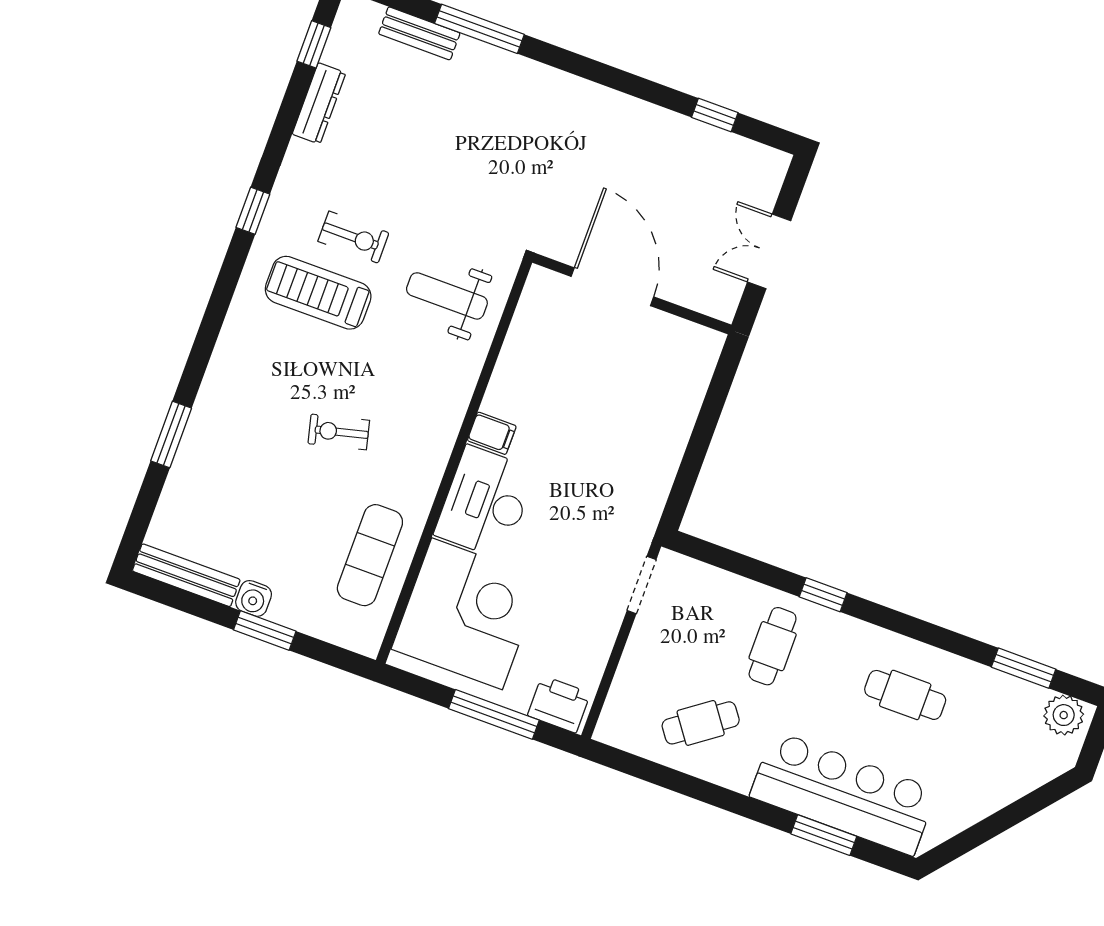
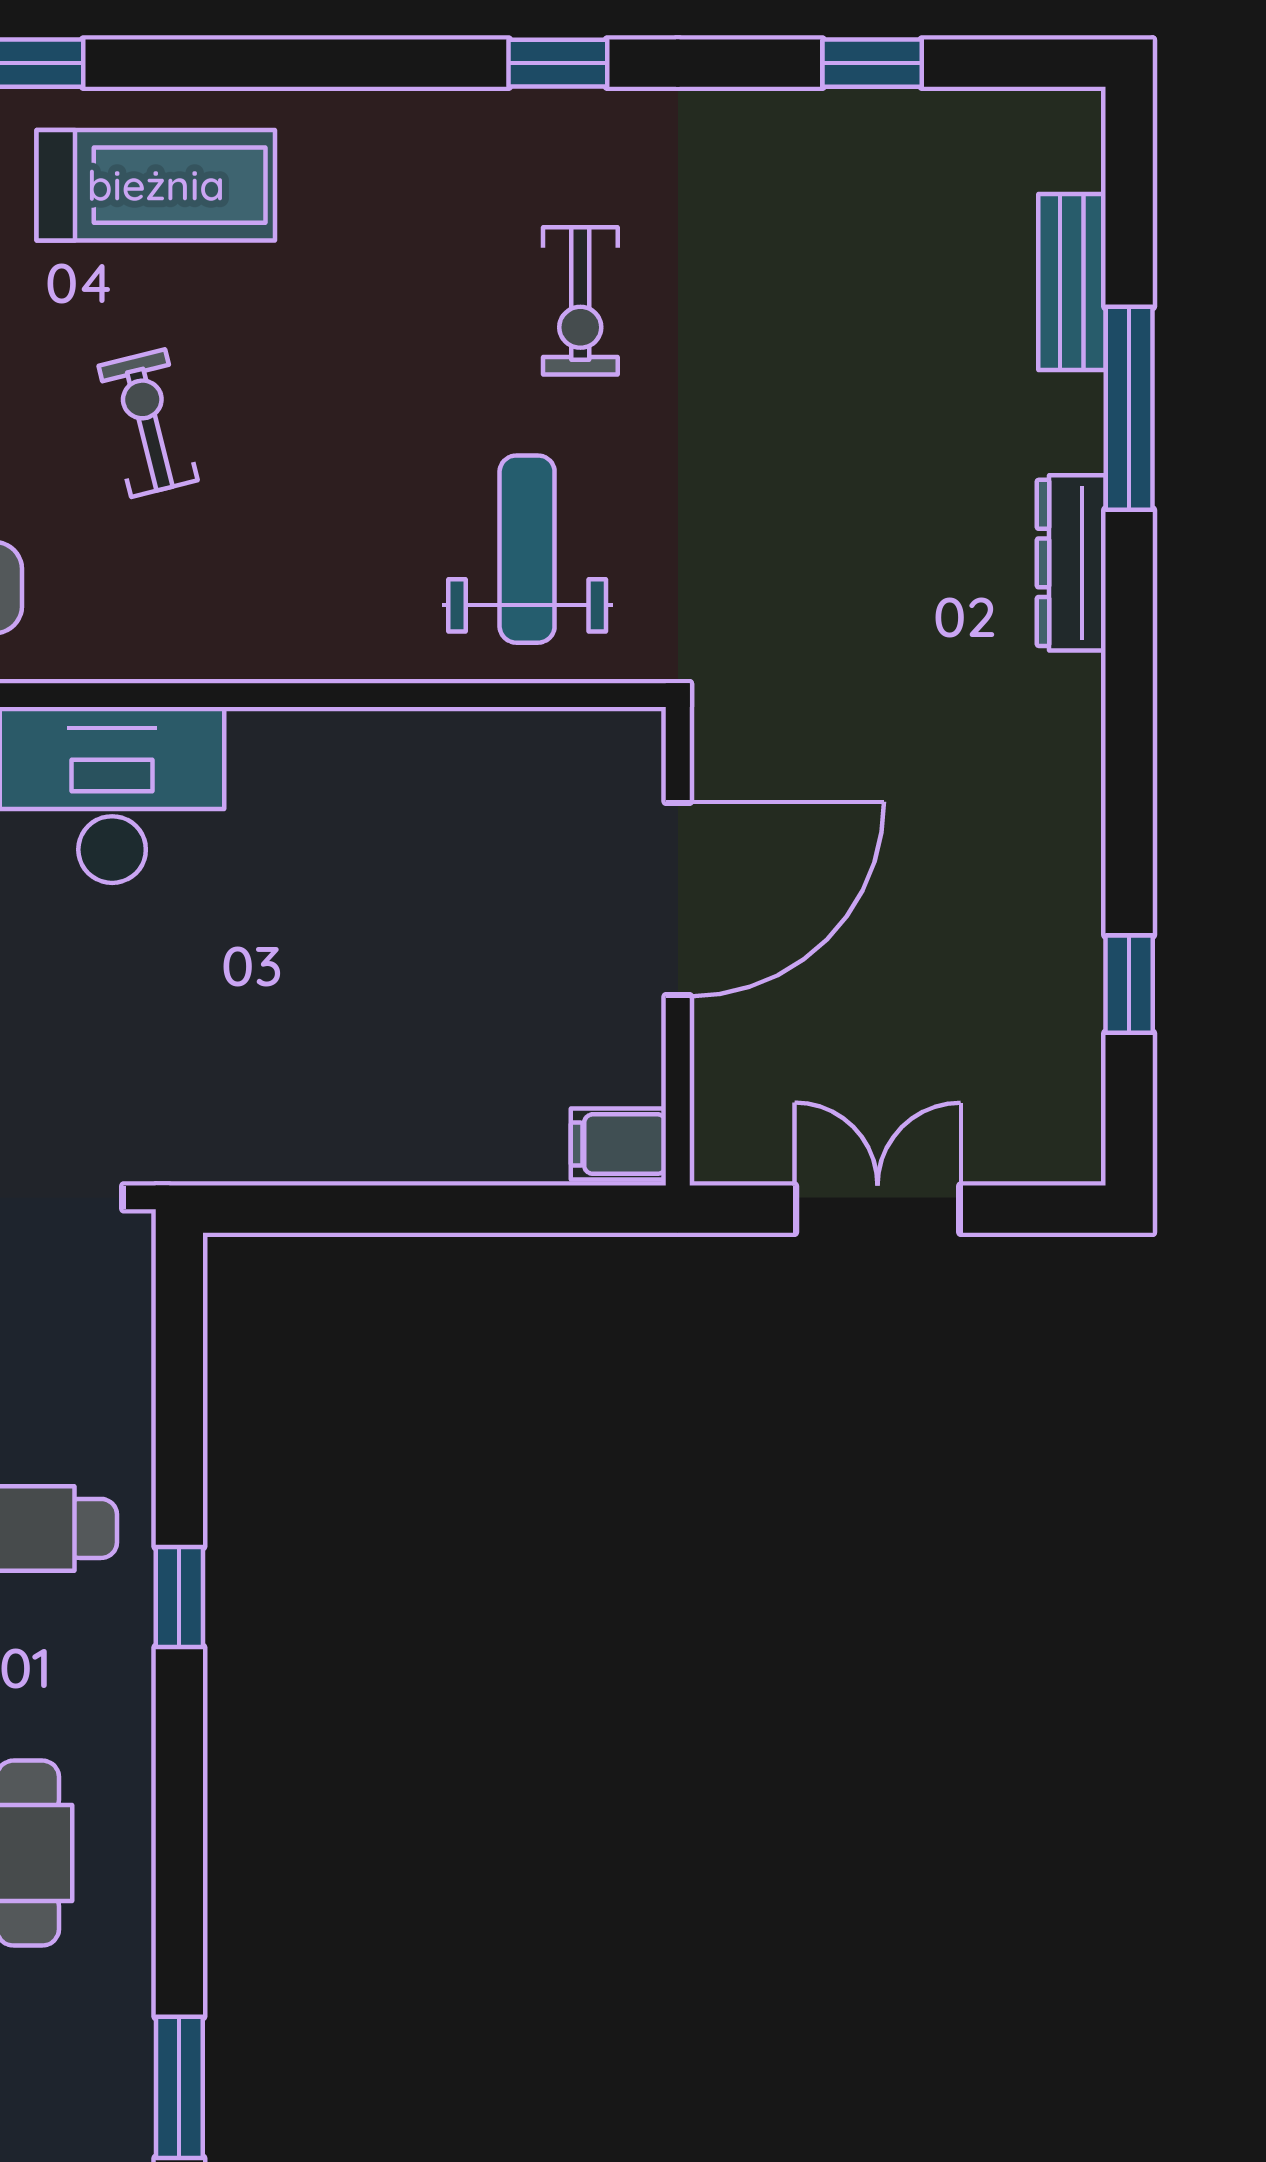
window: (314, 44) -> (872, 63), moved
dresser: (319, 103) -> (1071, 563), moved, turned 90
treadmill: (318, 293) -> (156, 185), moved, turned 90
filing cabinet: (492, 433) -> (618, 1144), moved, turned 90

